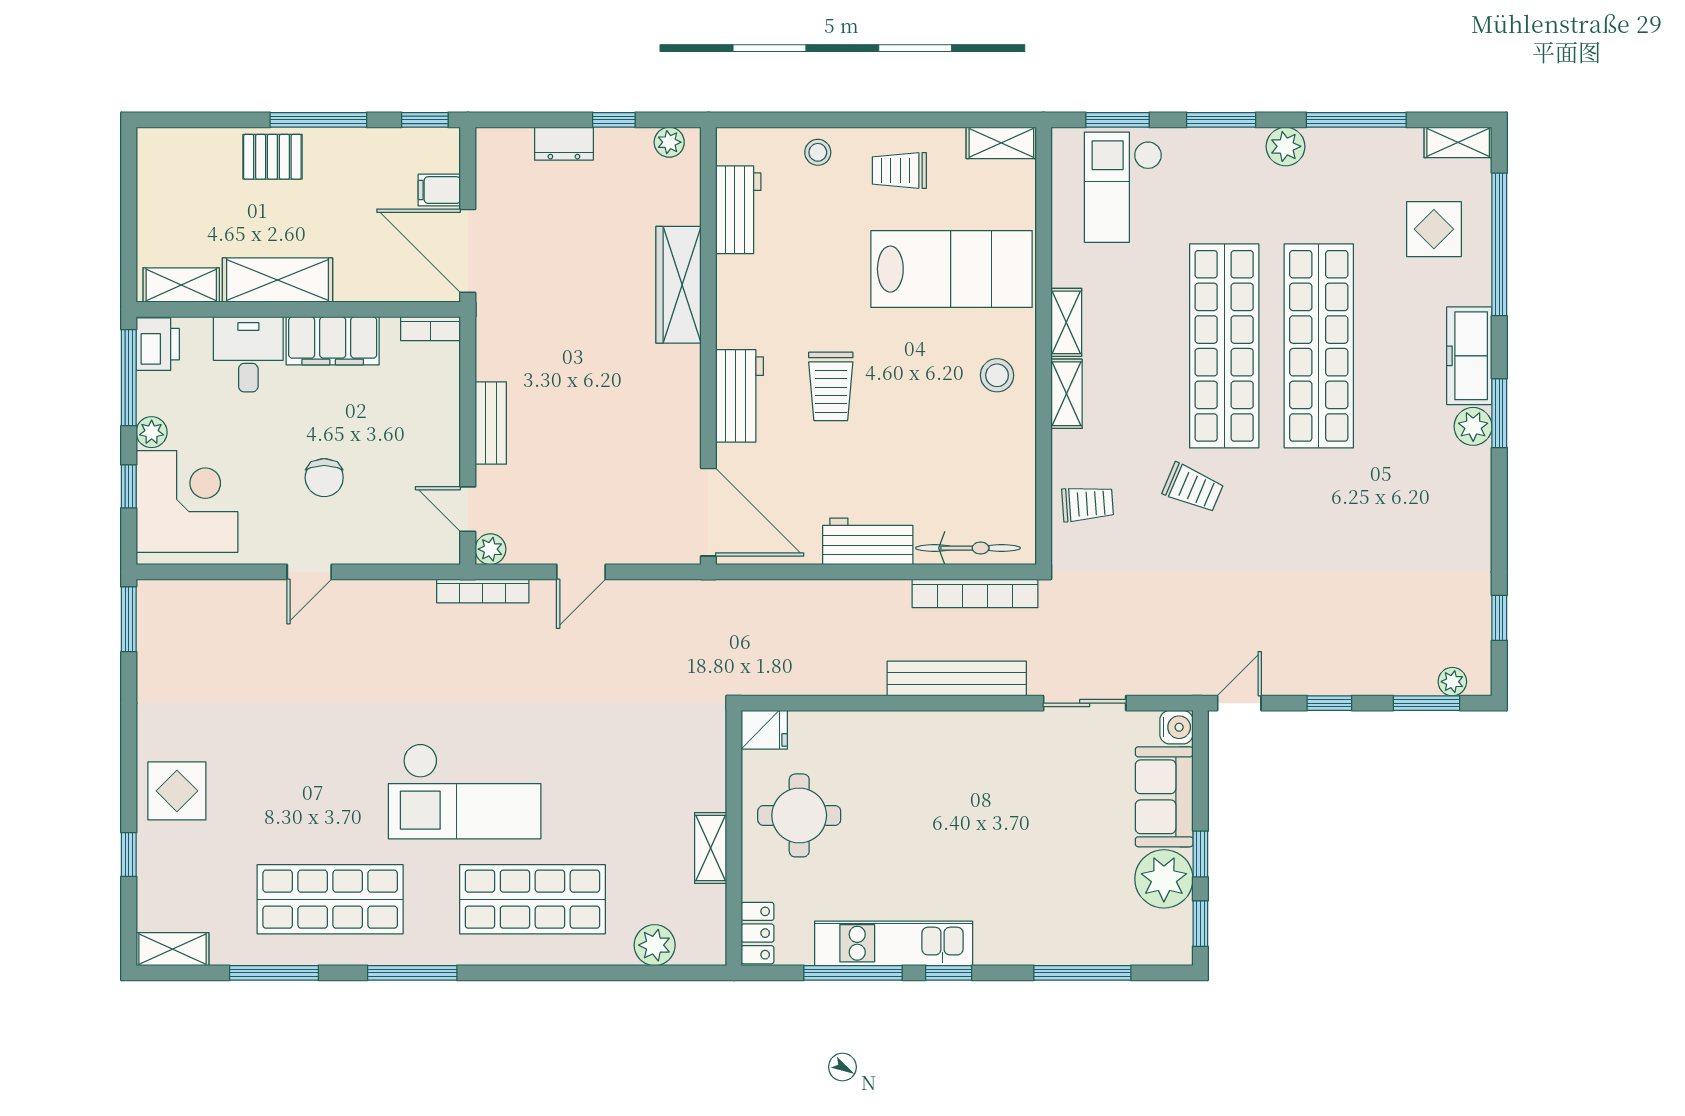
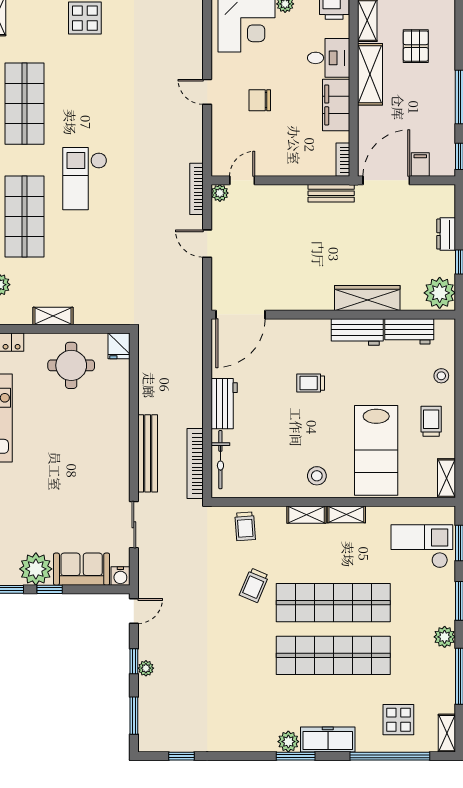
plant: (669, 142) -> (440, 293), width x1.87, depth x1.87
pallet: (272, 157) -> (416, 46), moved
trolley: (831, 386) -> (311, 383), width x0.73, depth x0.72
workbench: (740, 396) -> (357, 332), moved
bench: (491, 423) -> (331, 193), moved
plant: (1452, 682) -> (146, 668), moved
door: (1239, 703) -> (134, 611), hinge flipped
checkout: (465, 791) -> (85, 179), width x0.73, depth x0.83

